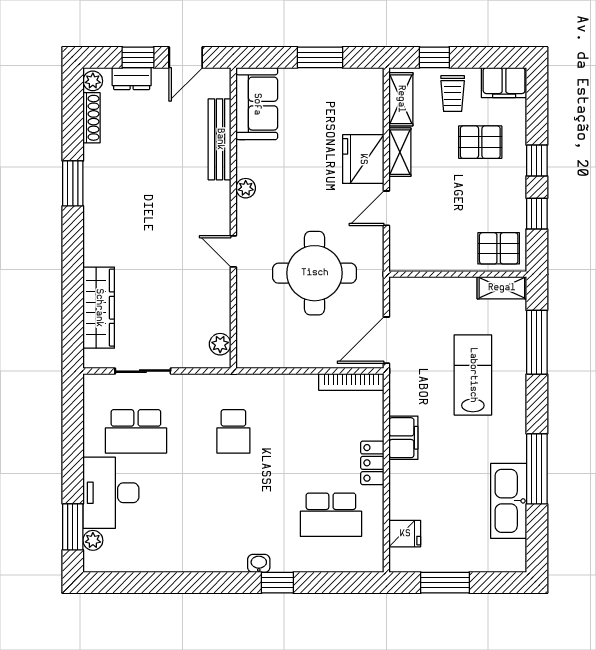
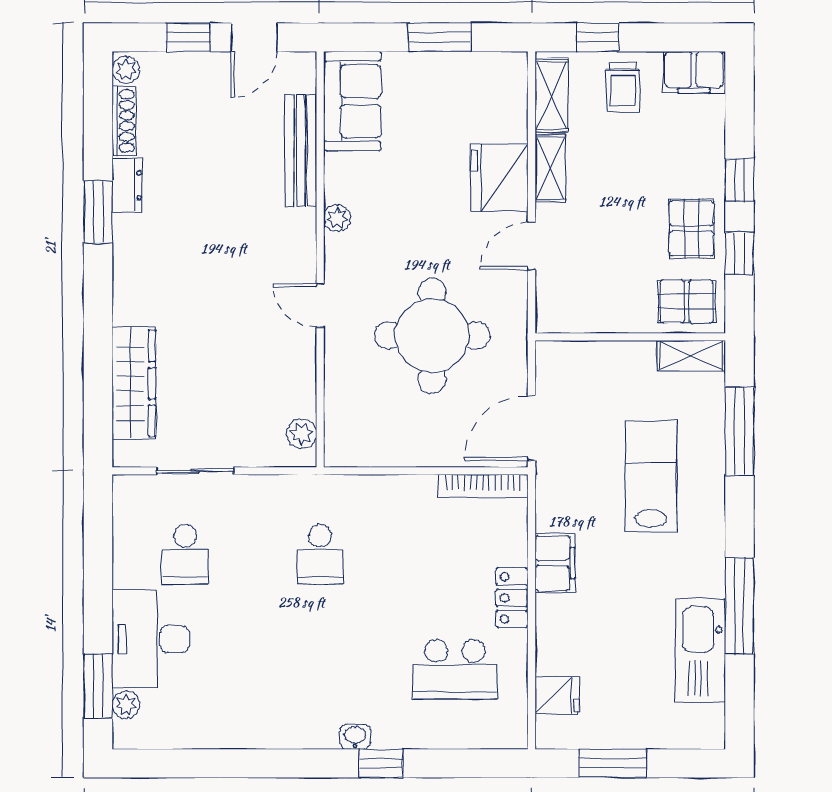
dresser: (132, 79) -> (127, 185), moved, turned -90
pallet: (480, 142) -> (692, 228), moved, turned 90
school desk: (136, 431) -> (185, 554), width x0.54

